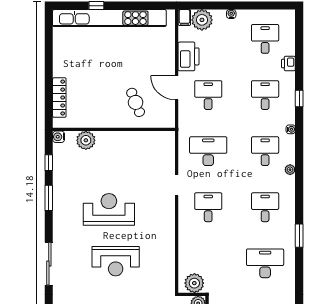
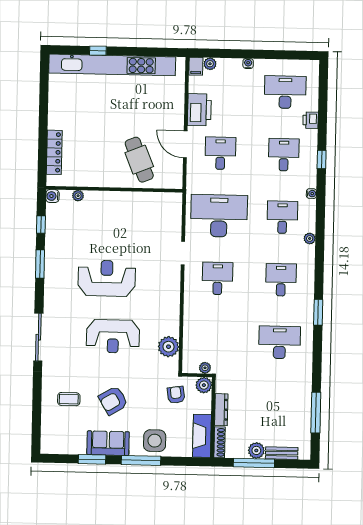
plant: (202, 20) -> (210, 64), width x0.53, depth x0.53
desk: (265, 39) -> (285, 92), width x1.37
cafe table: (136, 102) -> (139, 160), width x1.37, depth x1.35
plant: (86, 140) -> (78, 196), width x0.53, depth x0.53
desk: (208, 151) -> (219, 216), width x1.36, depth x1.30
plant: (166, 269) -> (168, 347), added
plant: (194, 283) -> (205, 368), width x0.53, depth x0.53

